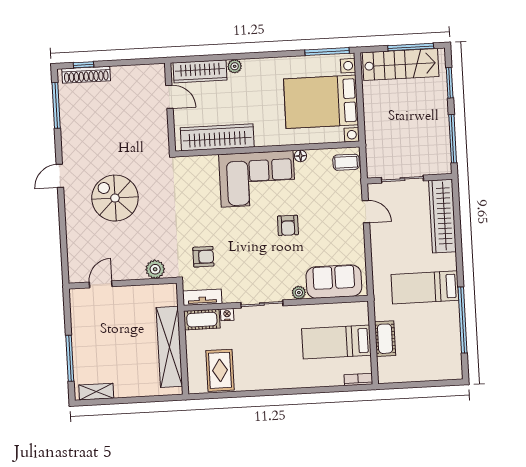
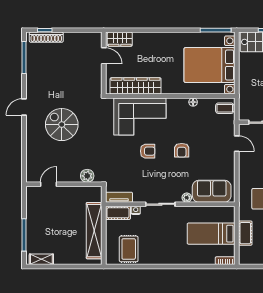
plant: (235, 66) -> (150, 37), removed
wardrobe: (200, 71) -> (120, 39), width x0.67
corner sofa: (257, 179) -> (140, 116), moved
armchair: (203, 257) -> (148, 151), moved

